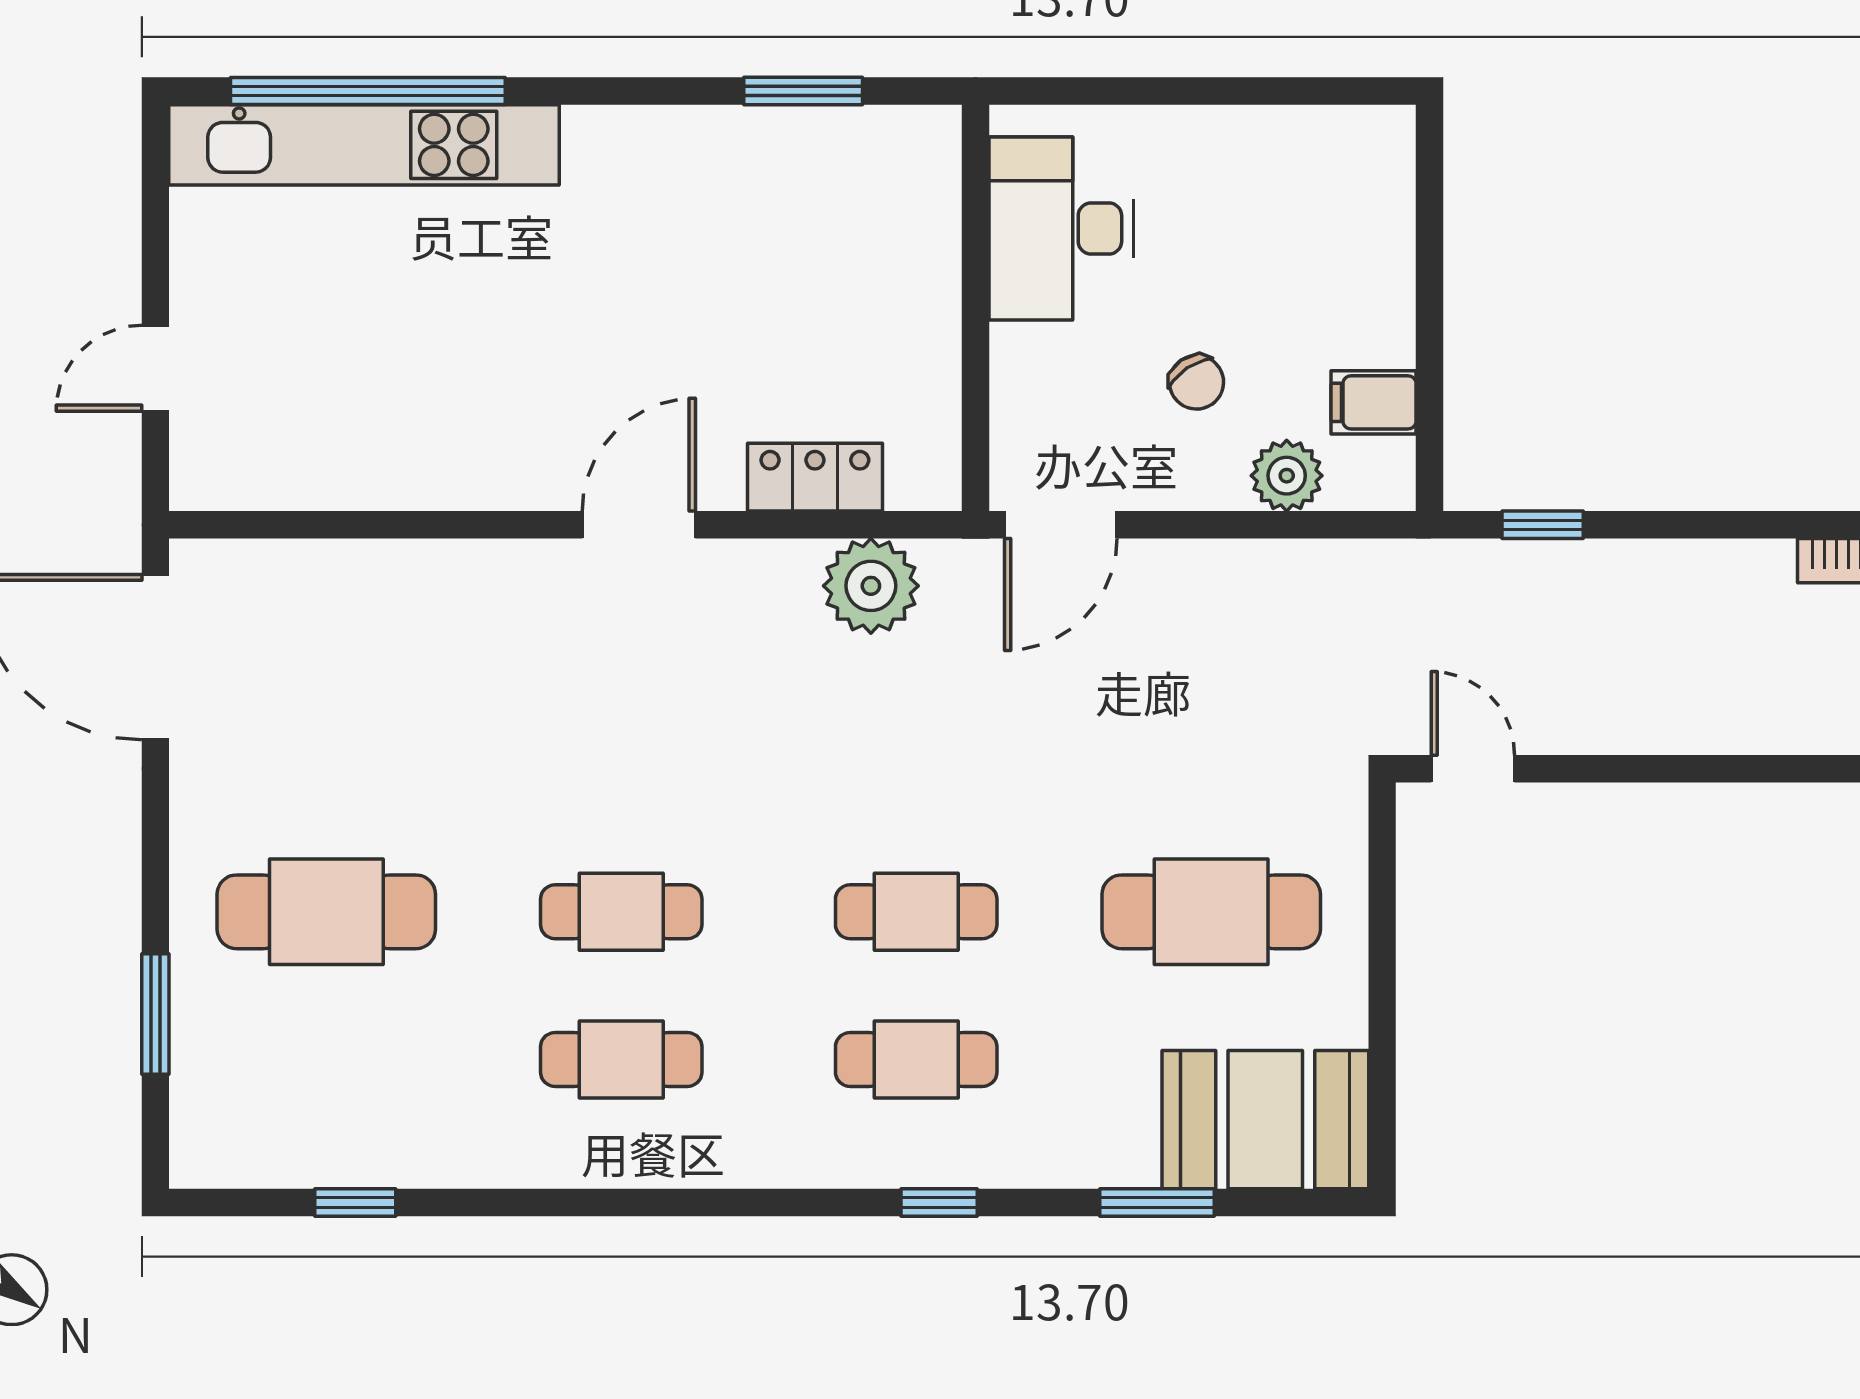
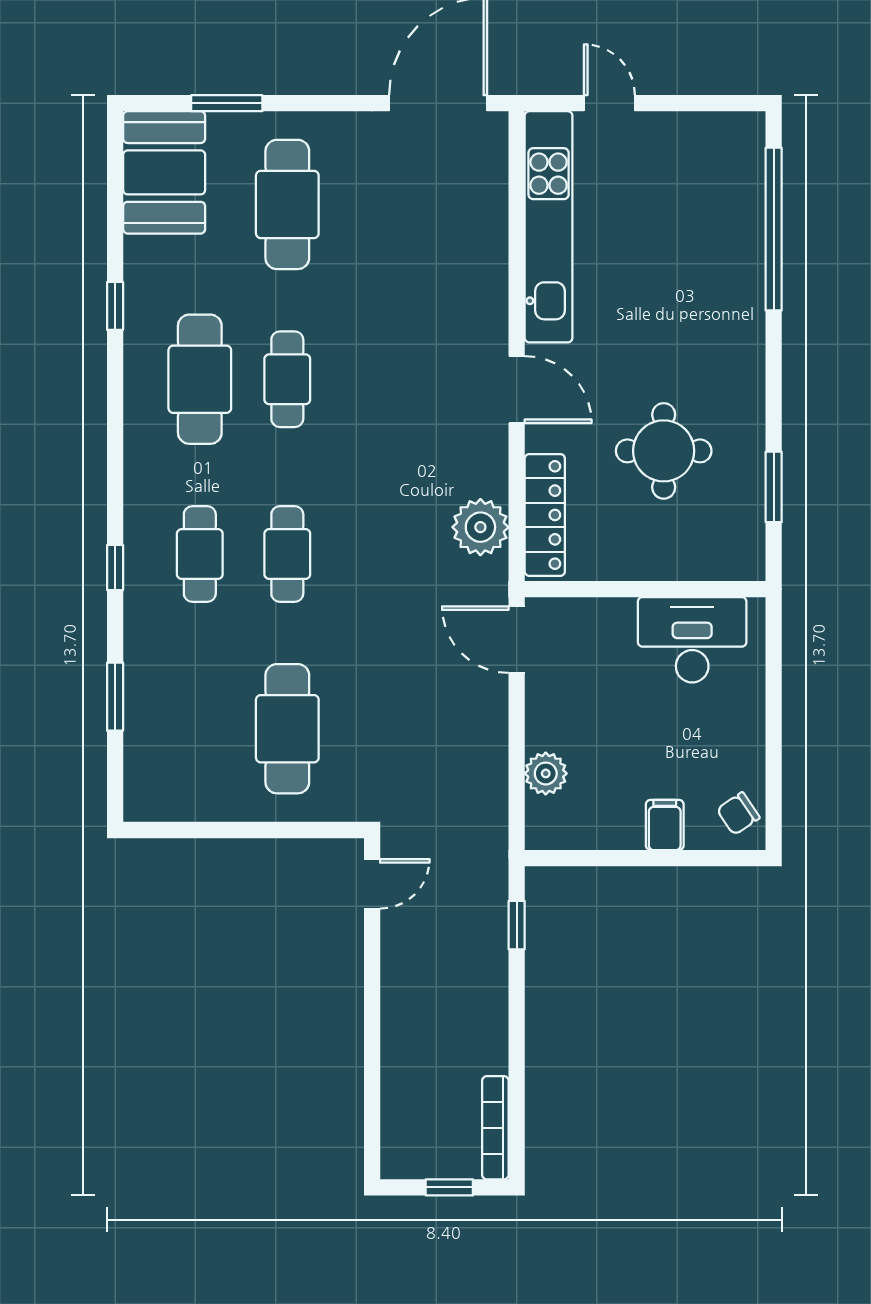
kitchen unit: (364, 145) -> (549, 227), moved, turned 180
round table: (742, 277) -> (664, 451), added
chair: (1196, 382) -> (738, 814), moved
filing cabinet: (1374, 402) -> (665, 825), moved
locker: (815, 477) -> (545, 515), width x1.53
cafe table: (621, 1059) -> (200, 379), width x1.37, depth x1.35
booth: (1265, 1120) -> (164, 172), moved
window: (355, 1203) -> (115, 306), moved

